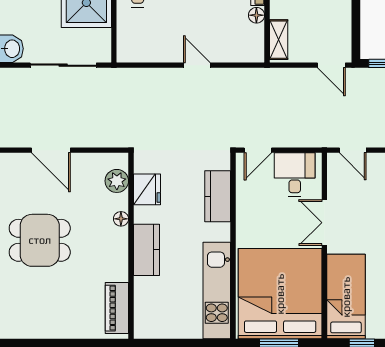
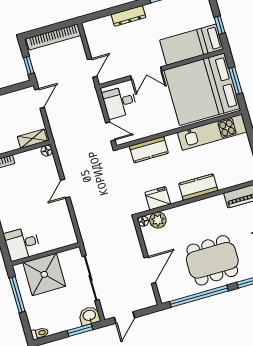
floor lamp: (256, 15) -> (47, 151), moved
floor lamp: (121, 219) -> (143, 221), moved
dining table: (40, 240) -> (212, 260), width x1.38

